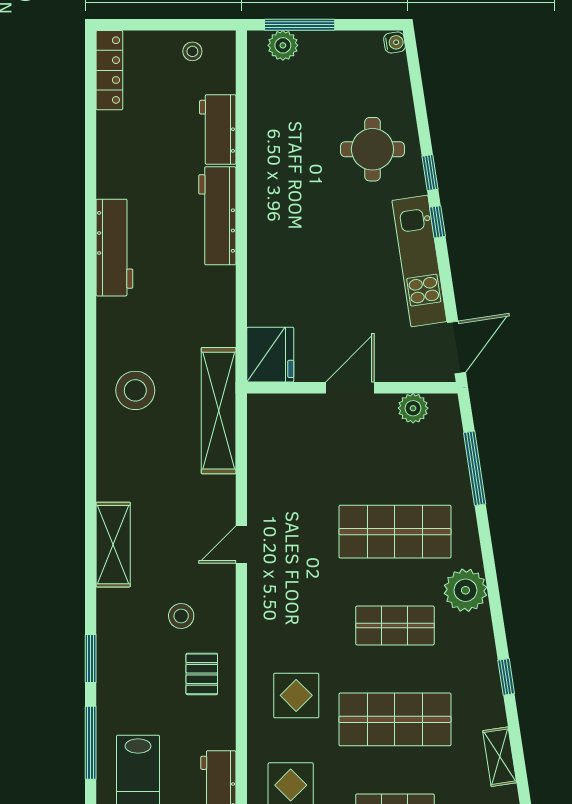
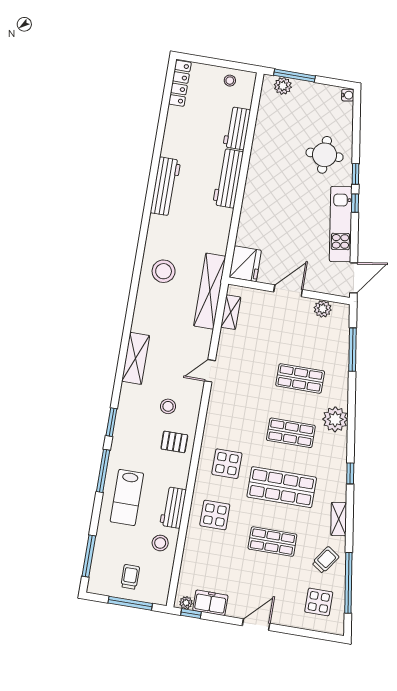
shelving: (260, 440) -> (231, 312), added
shop shelf: (395, 532) -> (300, 378), width x0.70, depth x0.74
pallet: (202, 674) -> (174, 442), turned 90

